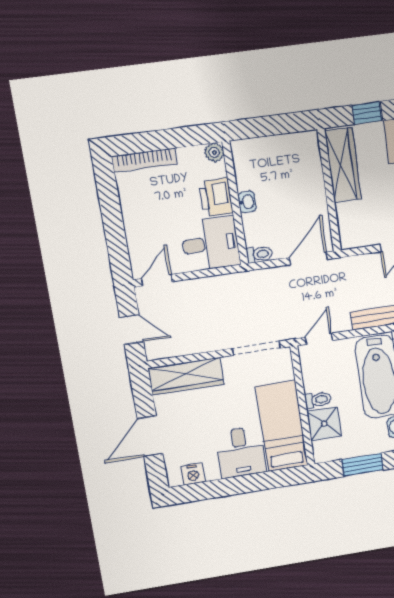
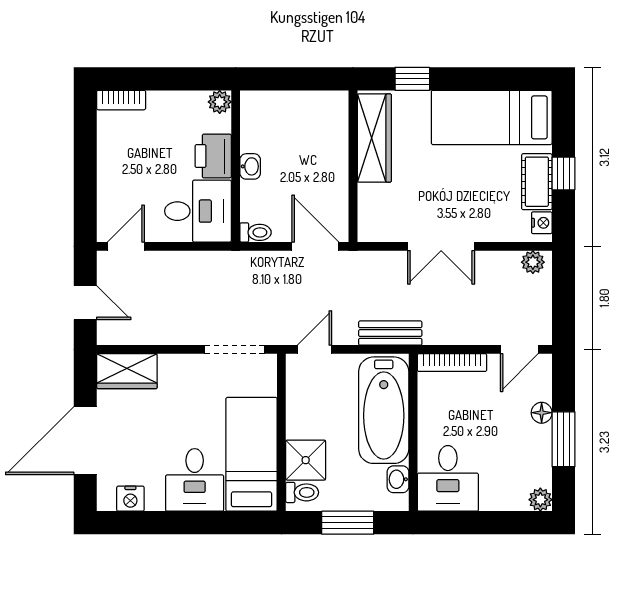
bookcase: (144, 160) -> (121, 100), width x0.64
door: (308, 258) -> (315, 246), hinge flipped
wardrobe: (186, 376) -> (127, 371), width x0.67
toilet: (318, 400) -> (302, 492), moved
door: (150, 436) -> (85, 441), width x1.36

